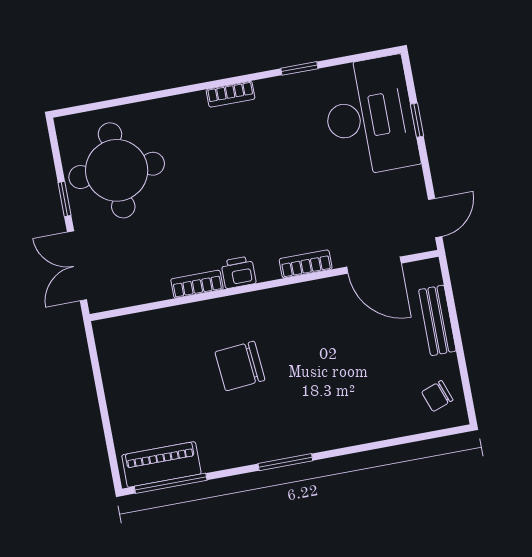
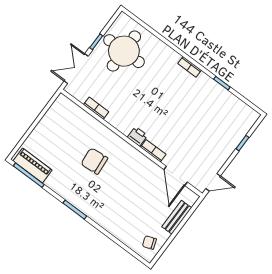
desk: (370, 116) -> (228, 125), removed
printer: (238, 272) -> (137, 136), moved
bookcase: (197, 284) -> (96, 108), moved

